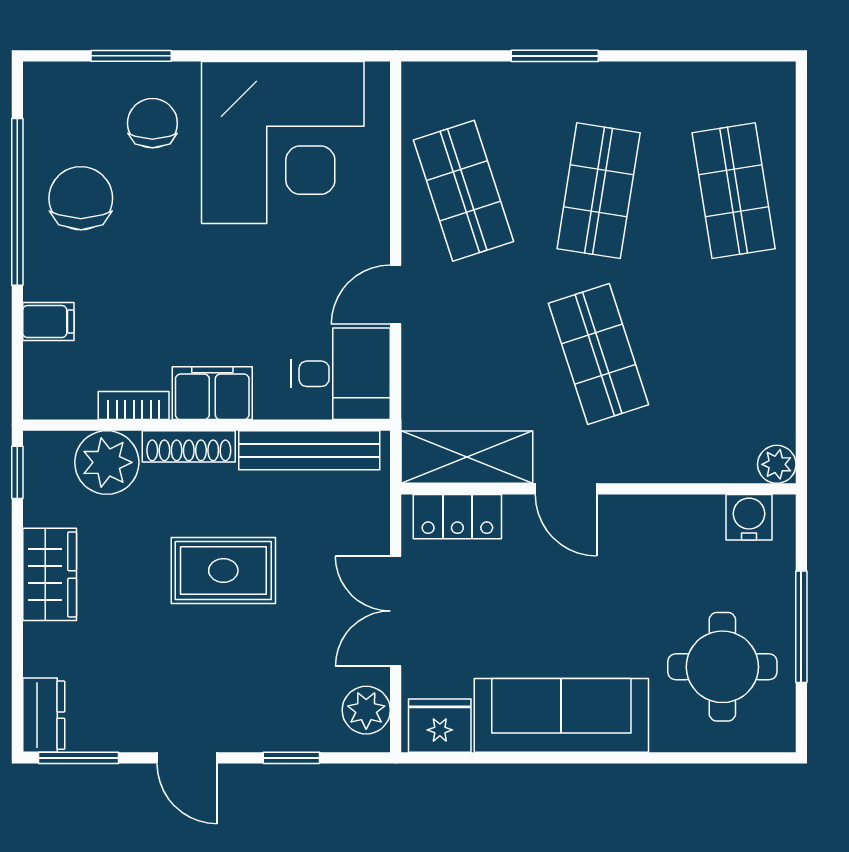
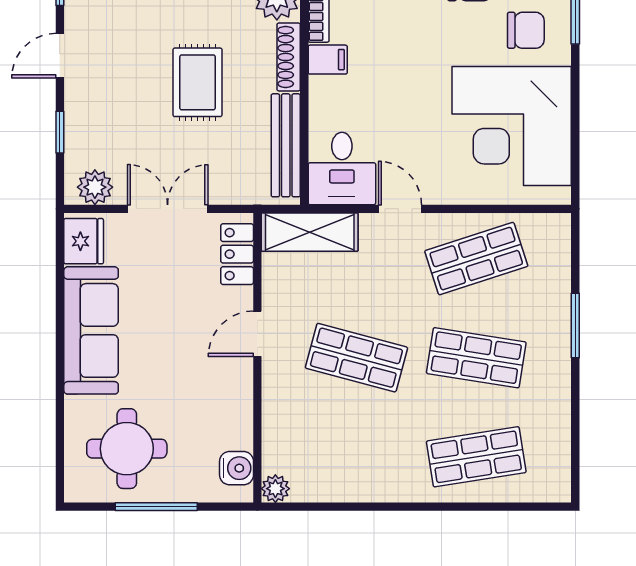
shop shelf: (599, 354) -> (356, 358), turned 33
filing cabinet: (212, 393) -> (328, 60), width x0.50
shelving: (467, 457) -> (310, 232), moved, turned 90

